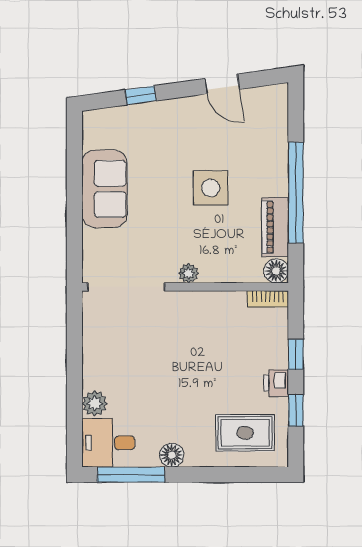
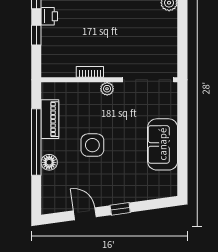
window: (141, 95) -> (120, 209), moved
floor lamp: (276, 271) -> (49, 162), moved
bookcase: (268, 299) -> (90, 72), moved

